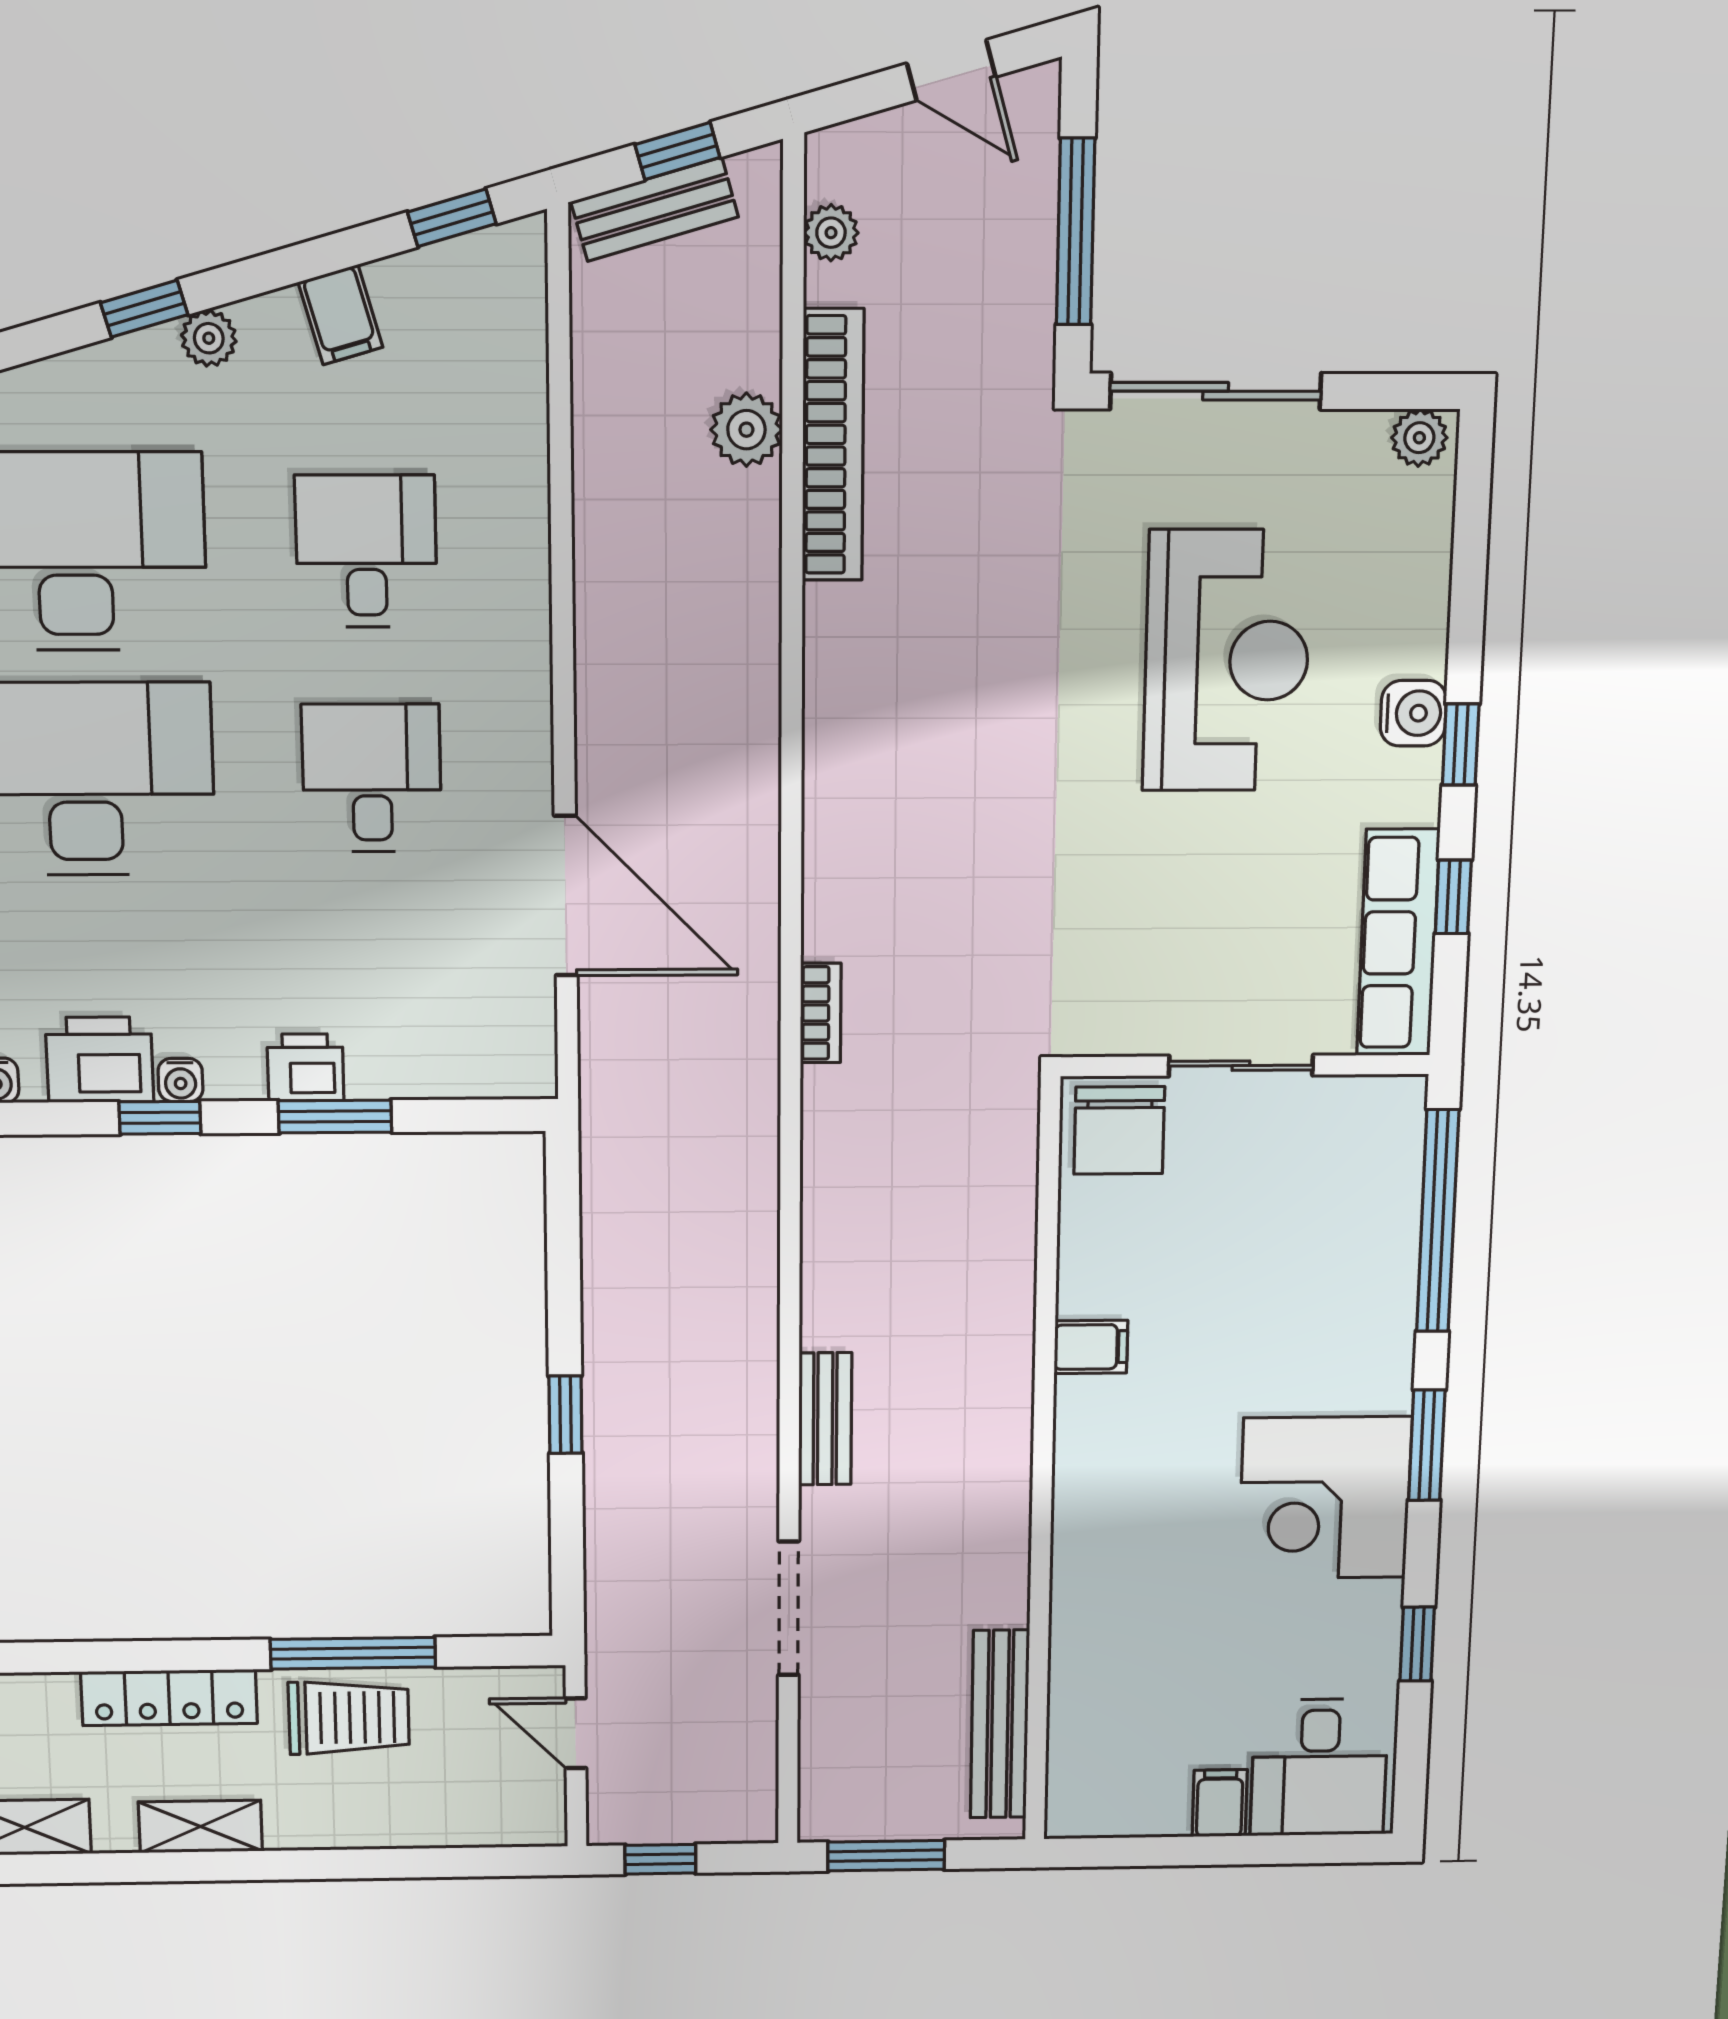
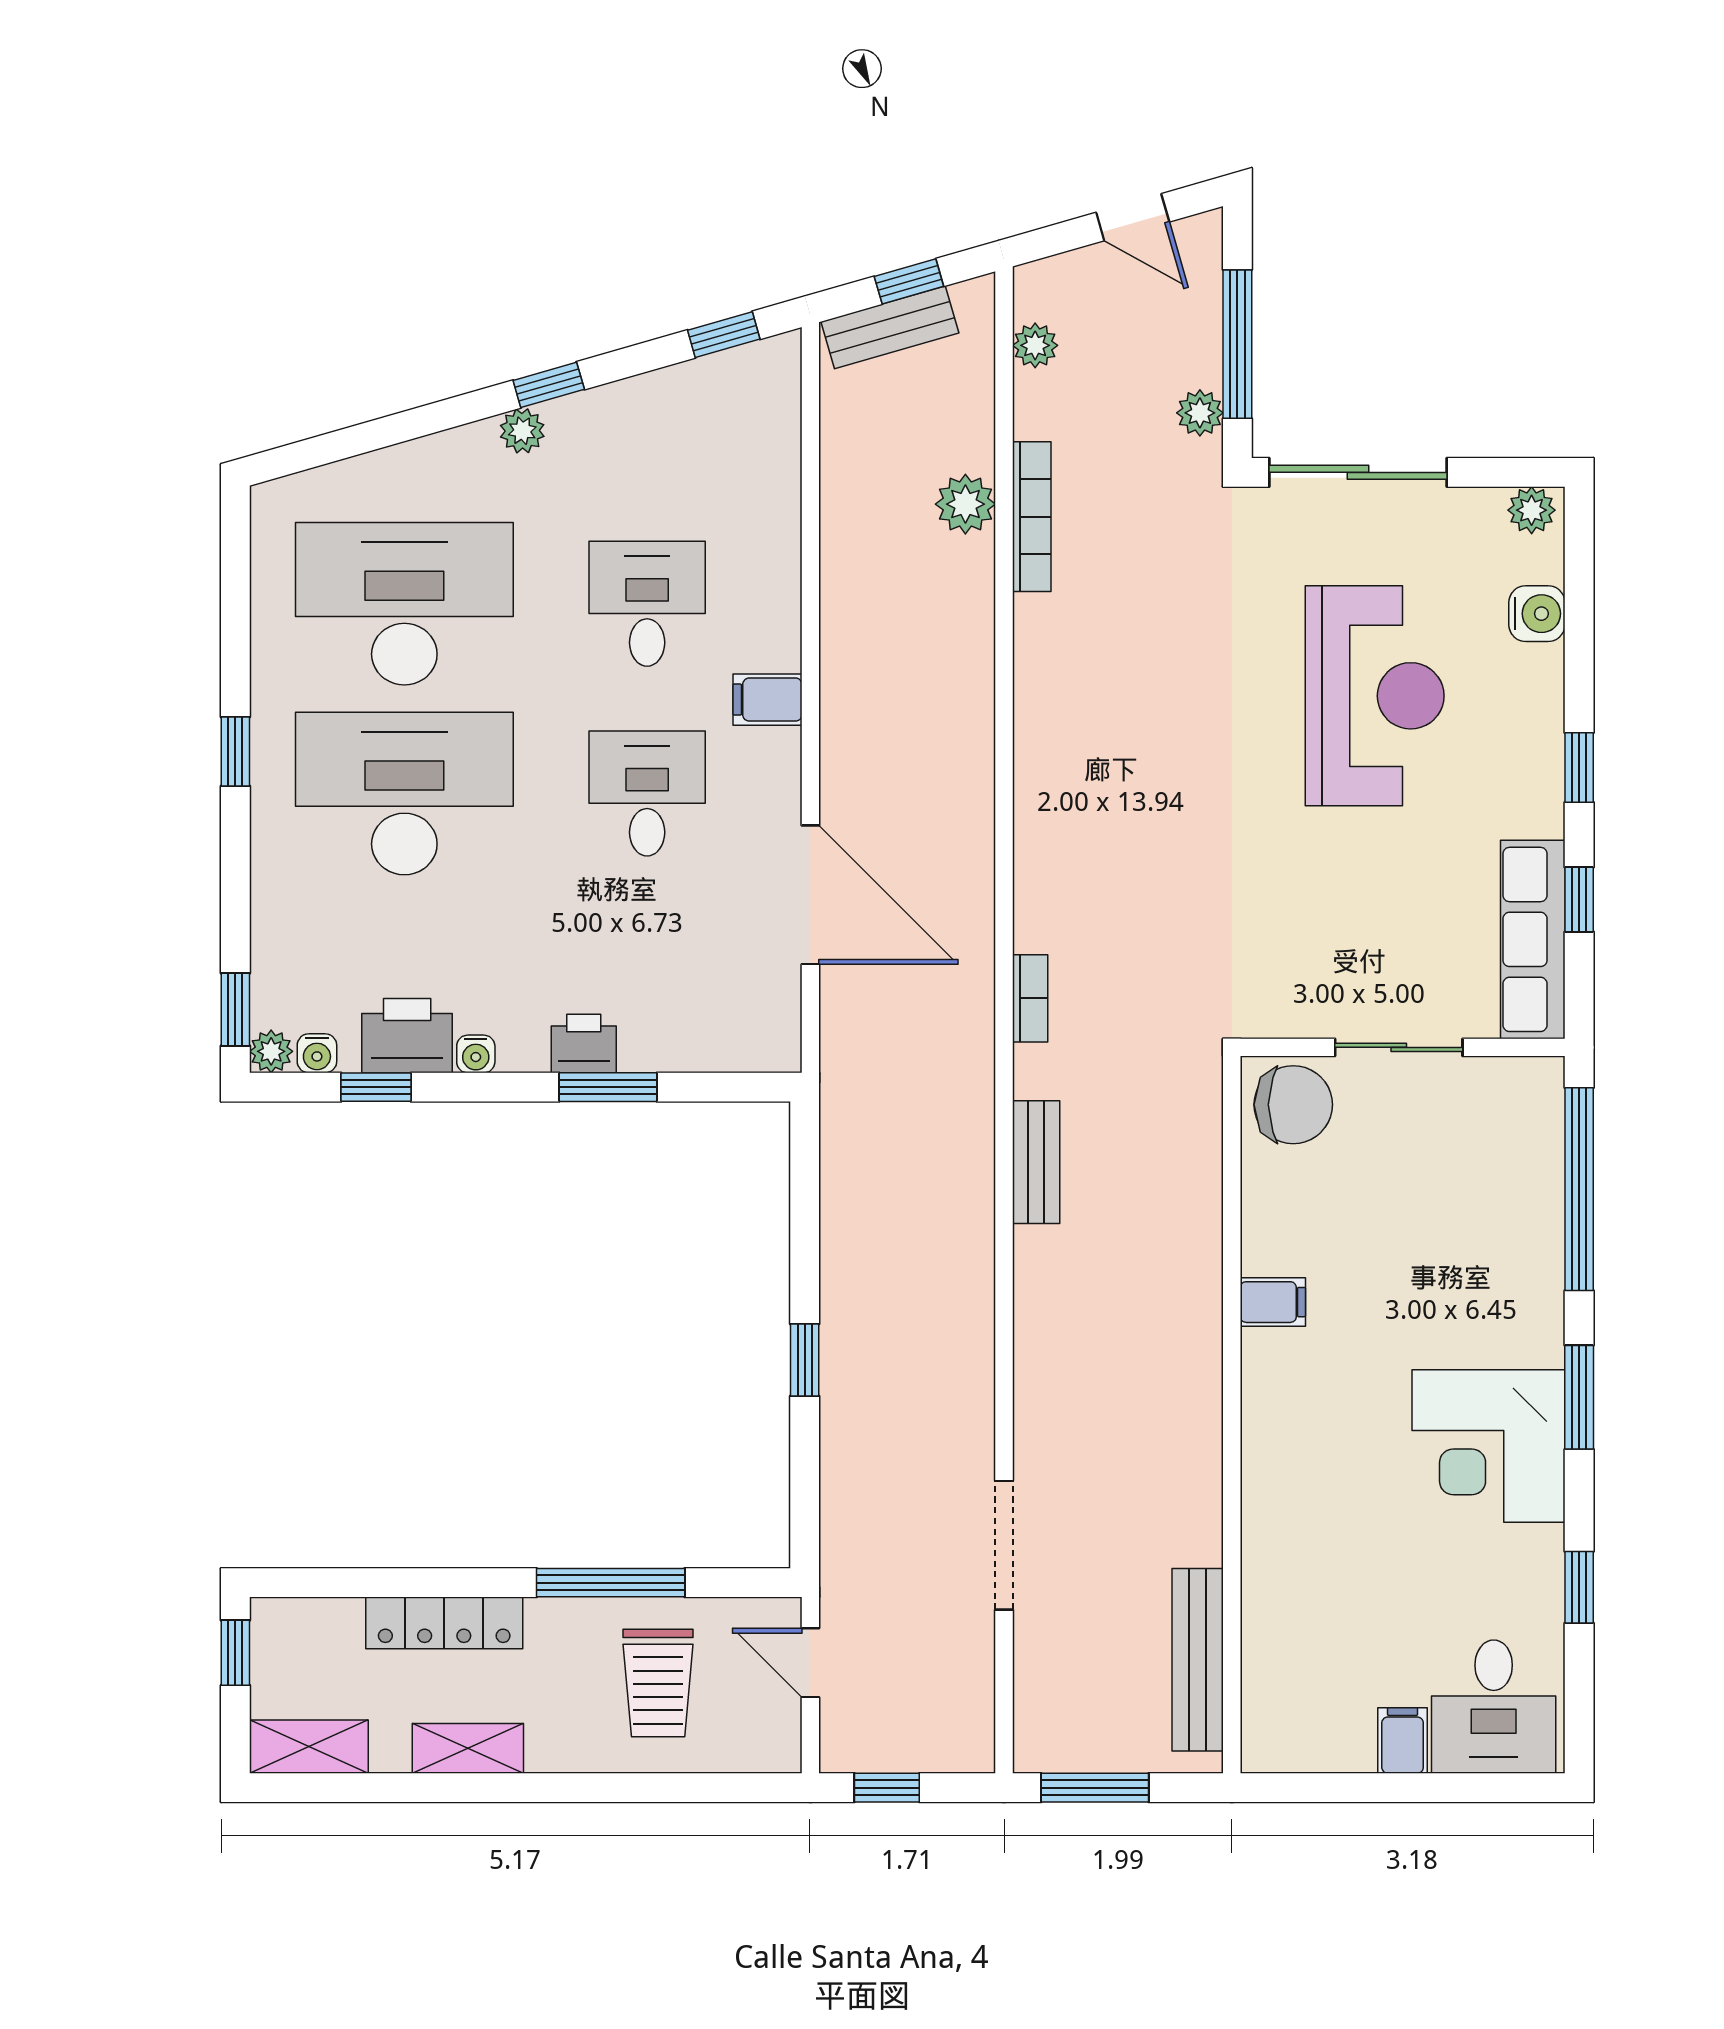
window: (144, 309) -> (549, 385), moved
filing cabinet: (340, 315) -> (768, 700), moved, turned 106
plant: (1029, 318) -> (1200, 413), added
bookcase: (833, 445) -> (1032, 517), width x0.68, depth x0.76
water cooler: (1413, 713) -> (1537, 614), moved
window: (160, 1118) -> (376, 1087), moved
chair: (1119, 1130) -> (1293, 1105), turned -90
bench: (825, 1419) -> (1036, 1162), moved
trolley: (349, 1718) -> (658, 1683), moved, turned 90

